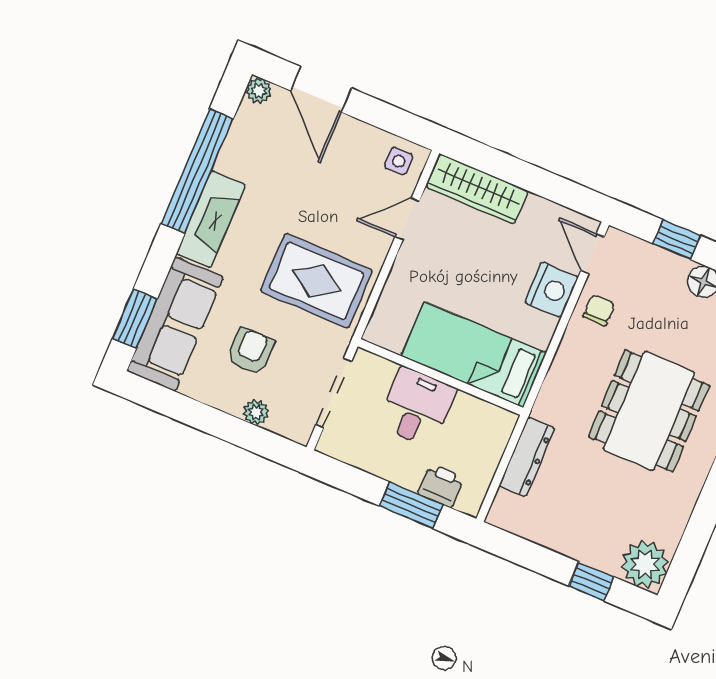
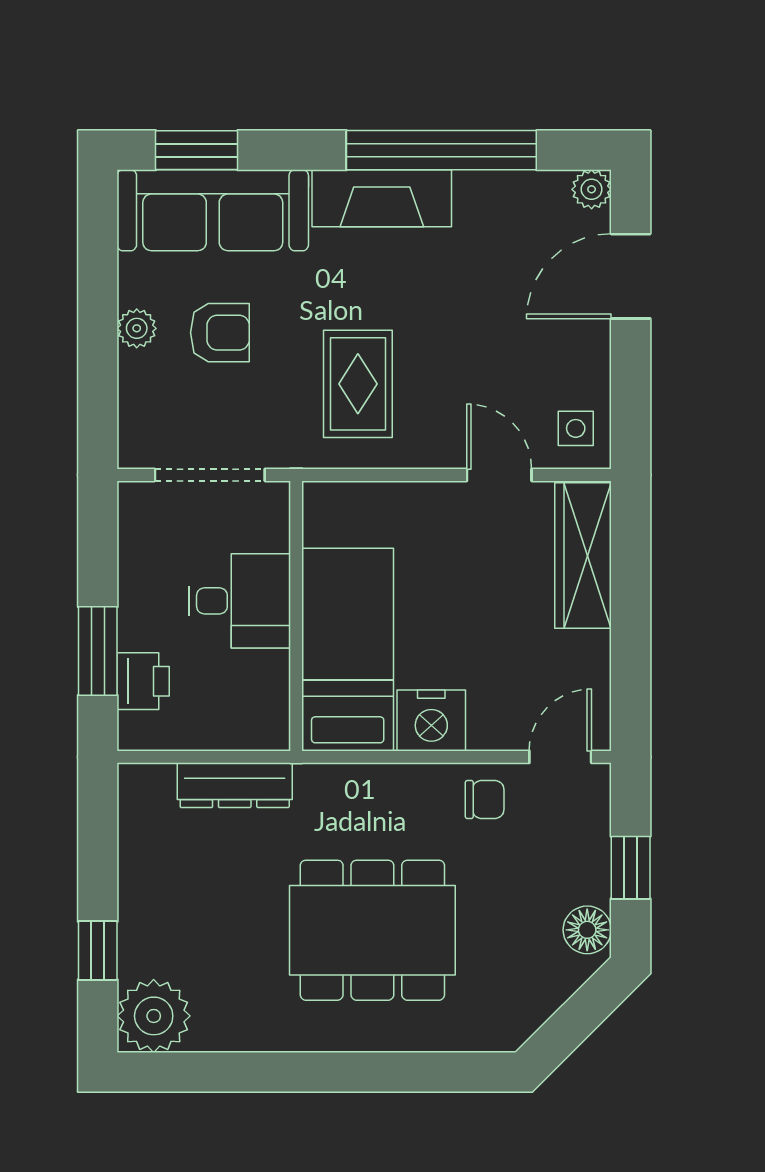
rug: (317, 281) -> (358, 384), width x0.73, depth x0.70
nightstand: (552, 290) -> (431, 720), moved
plant: (256, 412) -> (137, 328), moved

